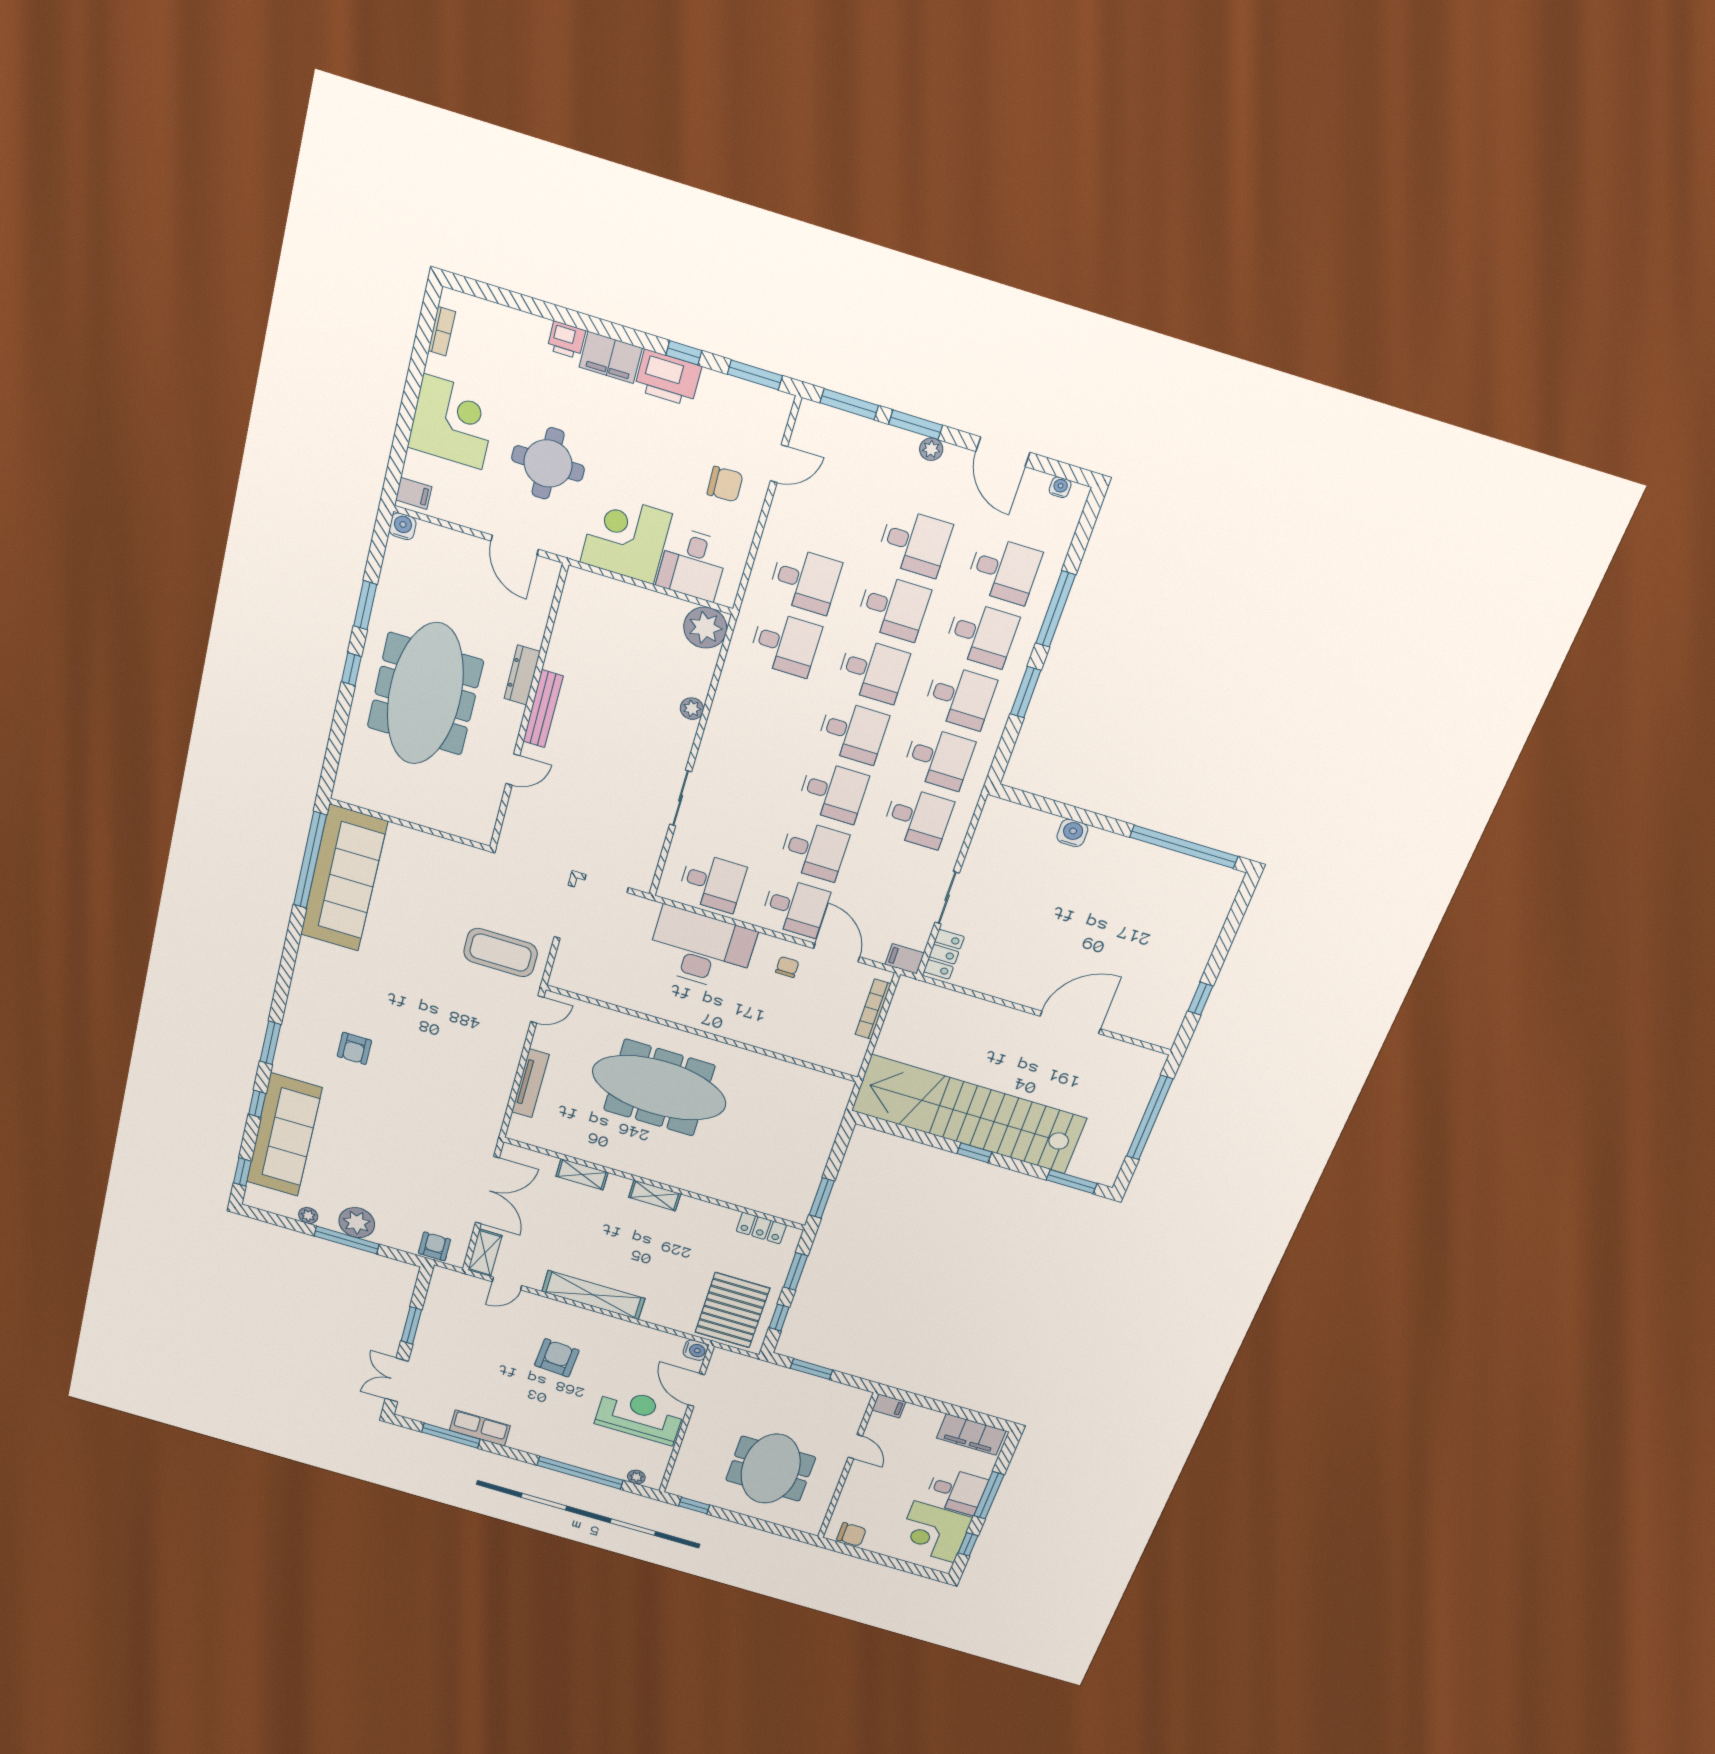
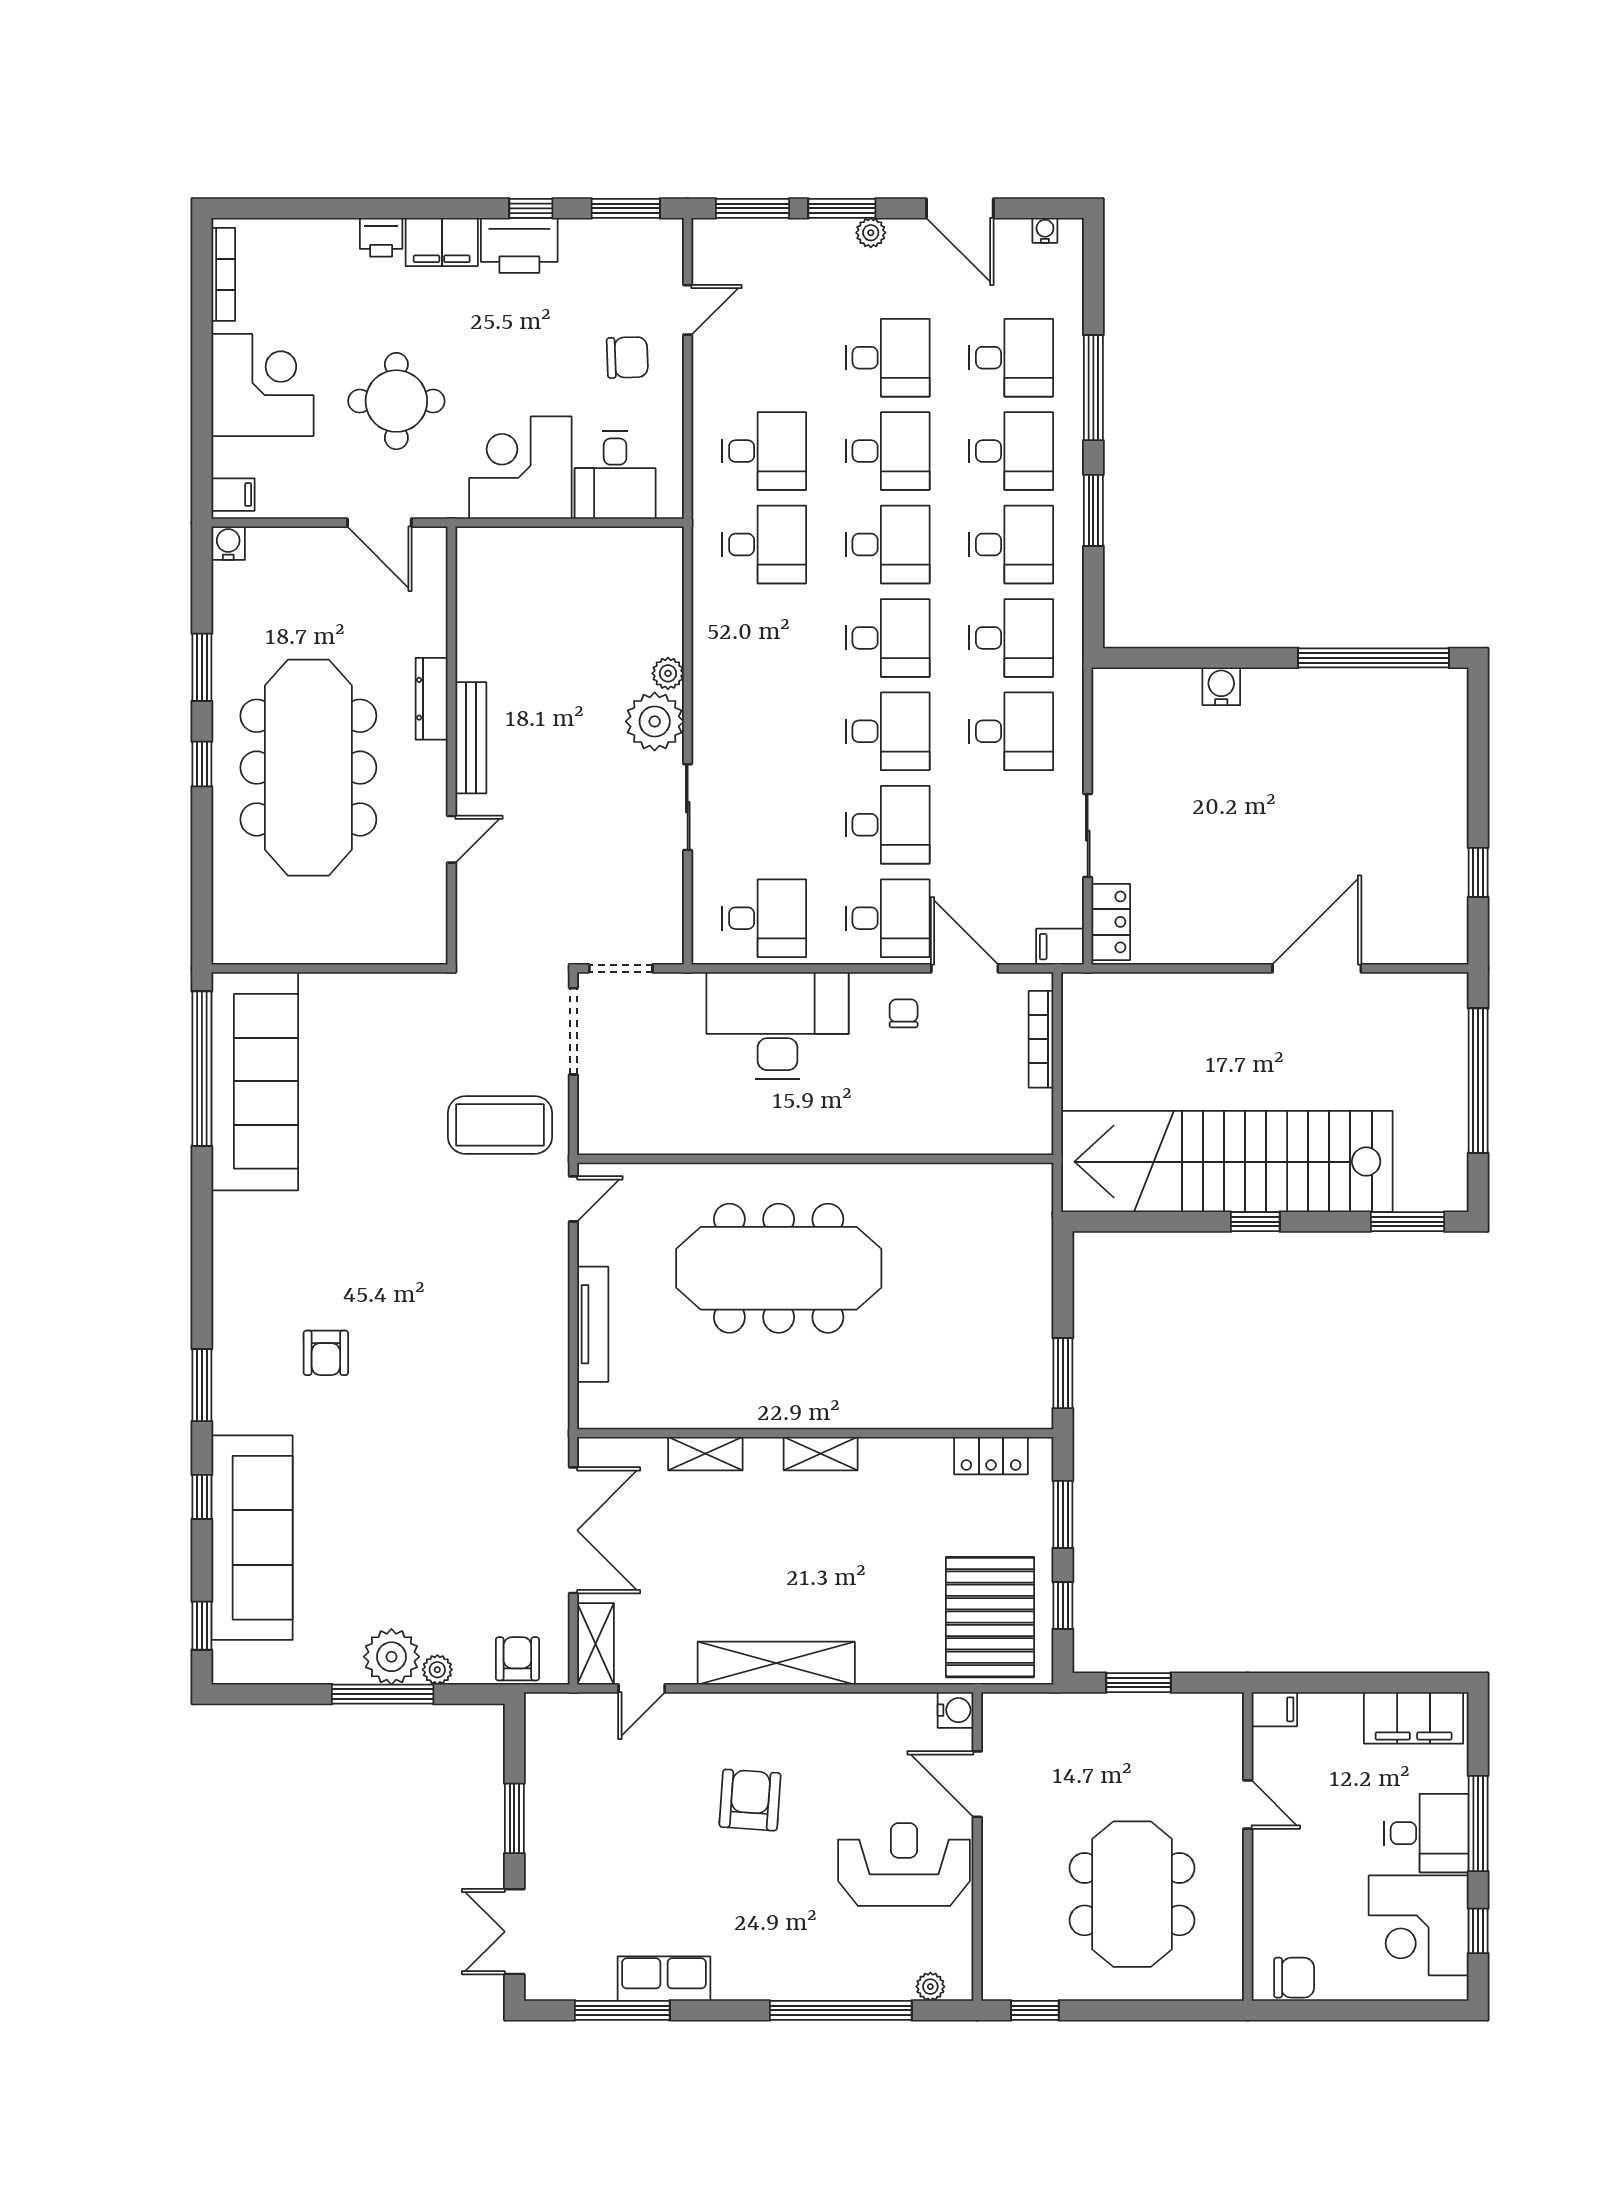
bookcase: (442, 331) -> (223, 274), width x1.56
plant: (705, 628) -> (655, 721), moved
plant: (308, 1216) -> (437, 1670), moved

